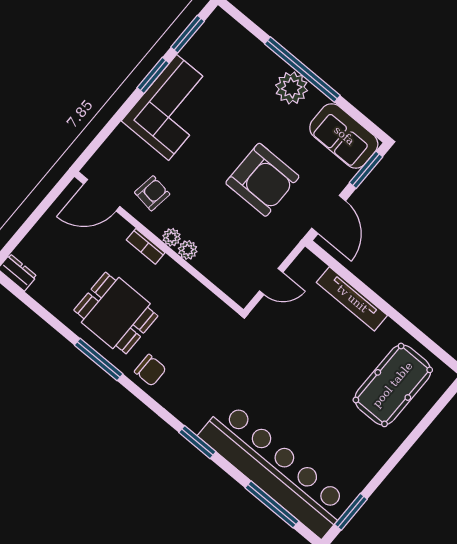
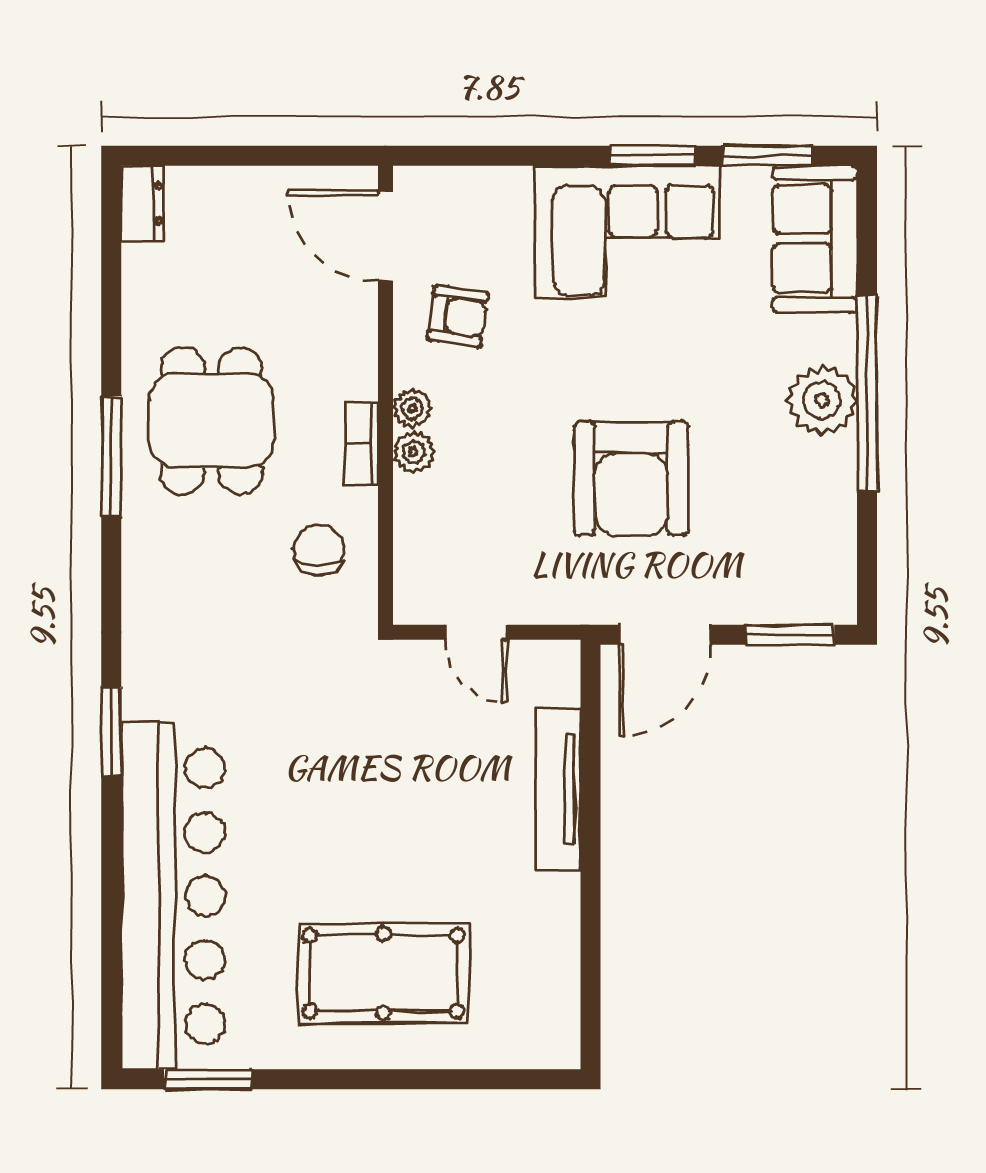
sofa: (344, 136) -> (815, 239), moved
bookcase: (146, 246) -> (362, 444), moved
chair: (150, 370) -> (319, 550), moved, turned 180
pool table: (393, 385) -> (383, 973), moved
window: (272, 504) -> (111, 940), removed

